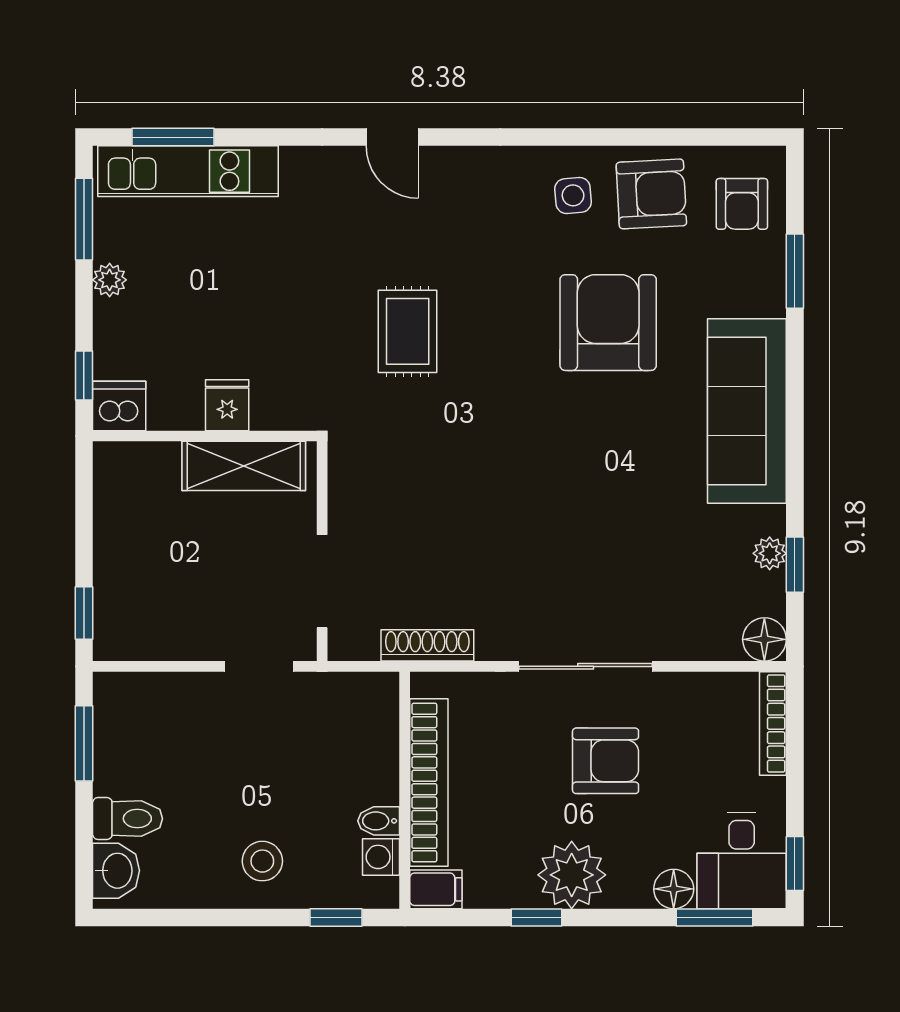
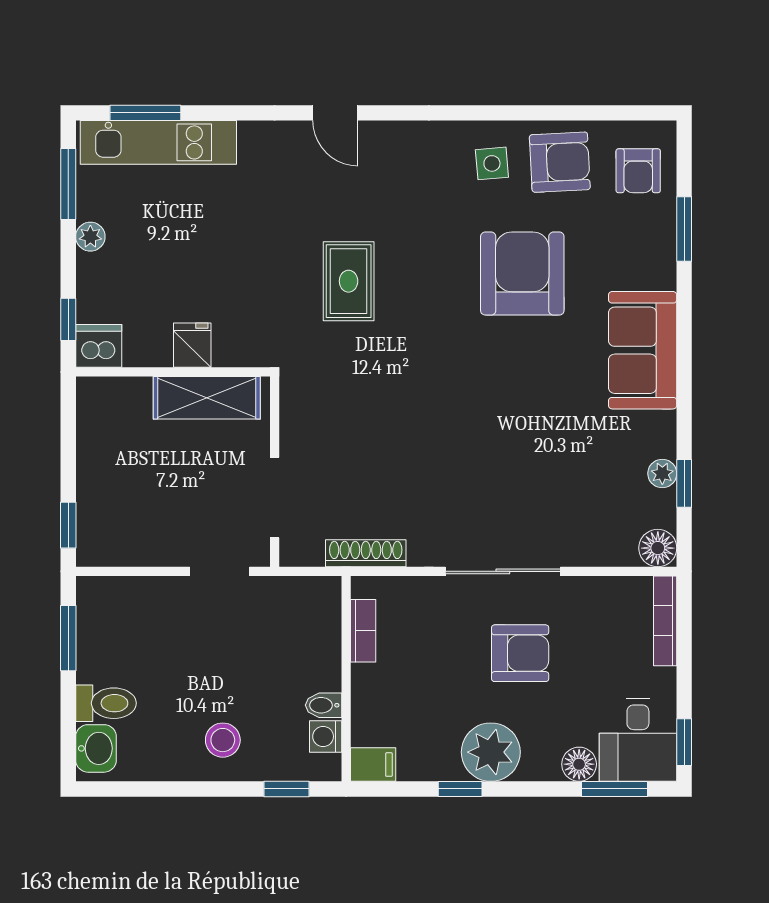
sofa: (747, 411) -> (643, 350), width x0.73
bookcase: (429, 782) -> (363, 631), width x0.43, depth x0.76

